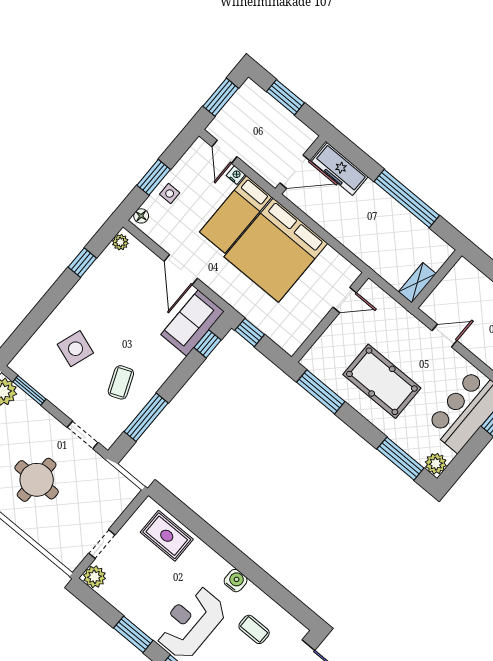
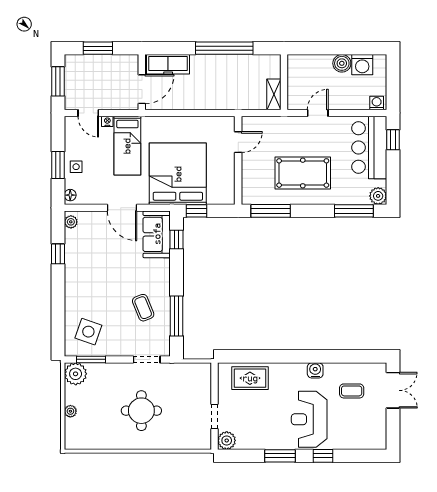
bed: (276, 250) -> (178, 174), moved, turned 180
side table: (75, 349) -> (88, 332), moved

